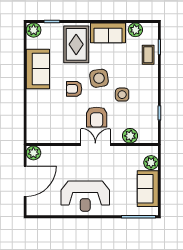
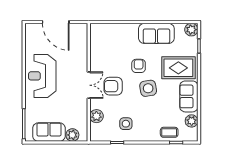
side table: (122, 95) -> (126, 124), moved
plant: (33, 153) -> (81, 29), removed

